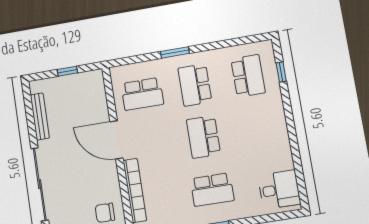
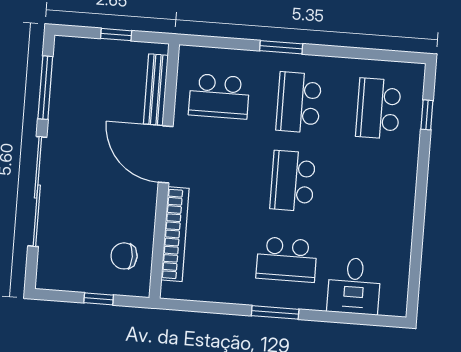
school desk: (248, 76) -> (378, 109), turned 180
window: (30, 116) -> (45, 88), added
bench: (40, 116) -> (156, 90), moved
desk: (279, 190) -> (354, 286), moved, turned 90

